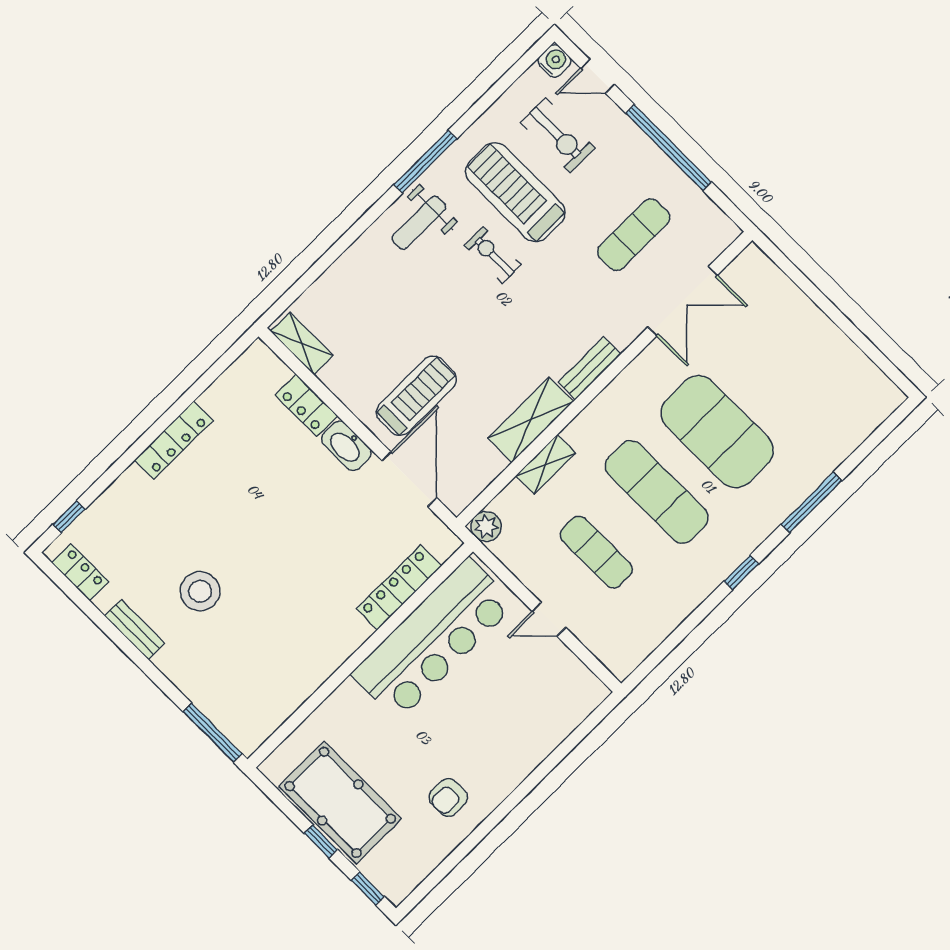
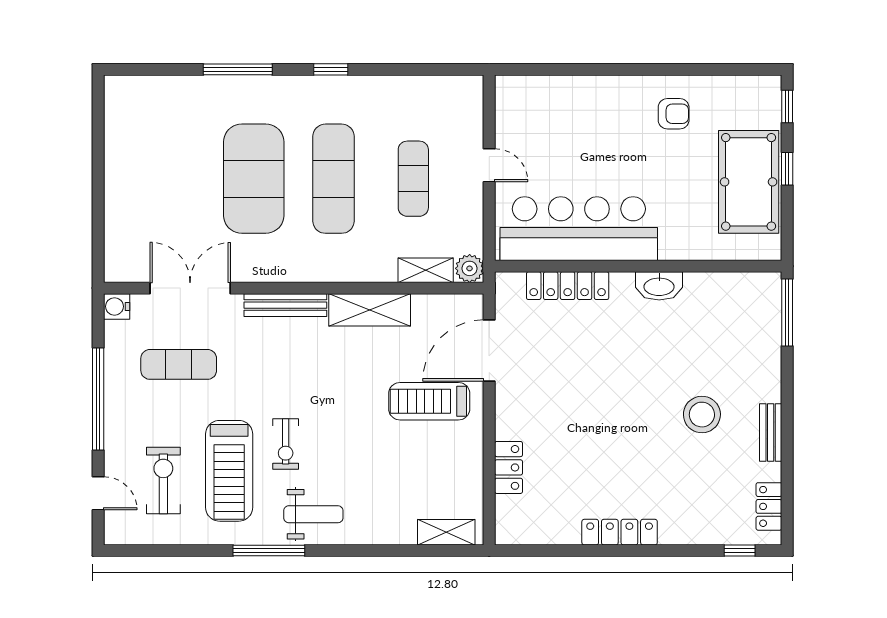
water cooler: (554, 61) -> (117, 306), moved
shelving: (302, 343) -> (446, 532), moved, turned 90
bench: (589, 368) -> (285, 305), width x1.36
washbasin: (346, 446) -> (659, 286), moved, turned 90
shelving: (546, 464) -> (426, 270), moved

